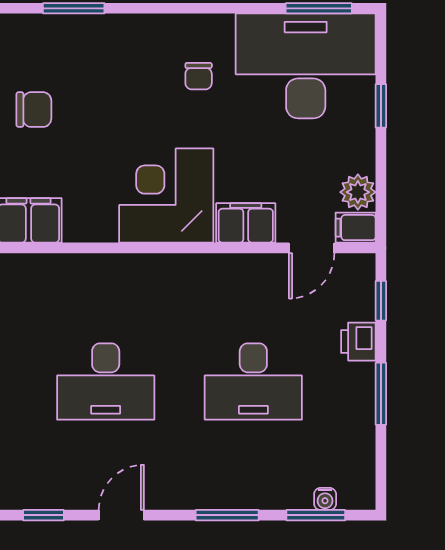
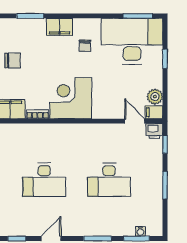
filing cabinet: (246, 223) -> (59, 27), moved, turned 180
bookcase: (90, 232) -> (38, 114), added
door: (312, 248) -> (135, 121), swing flipped
printer: (358, 342) -> (154, 131), moved, turned -90

